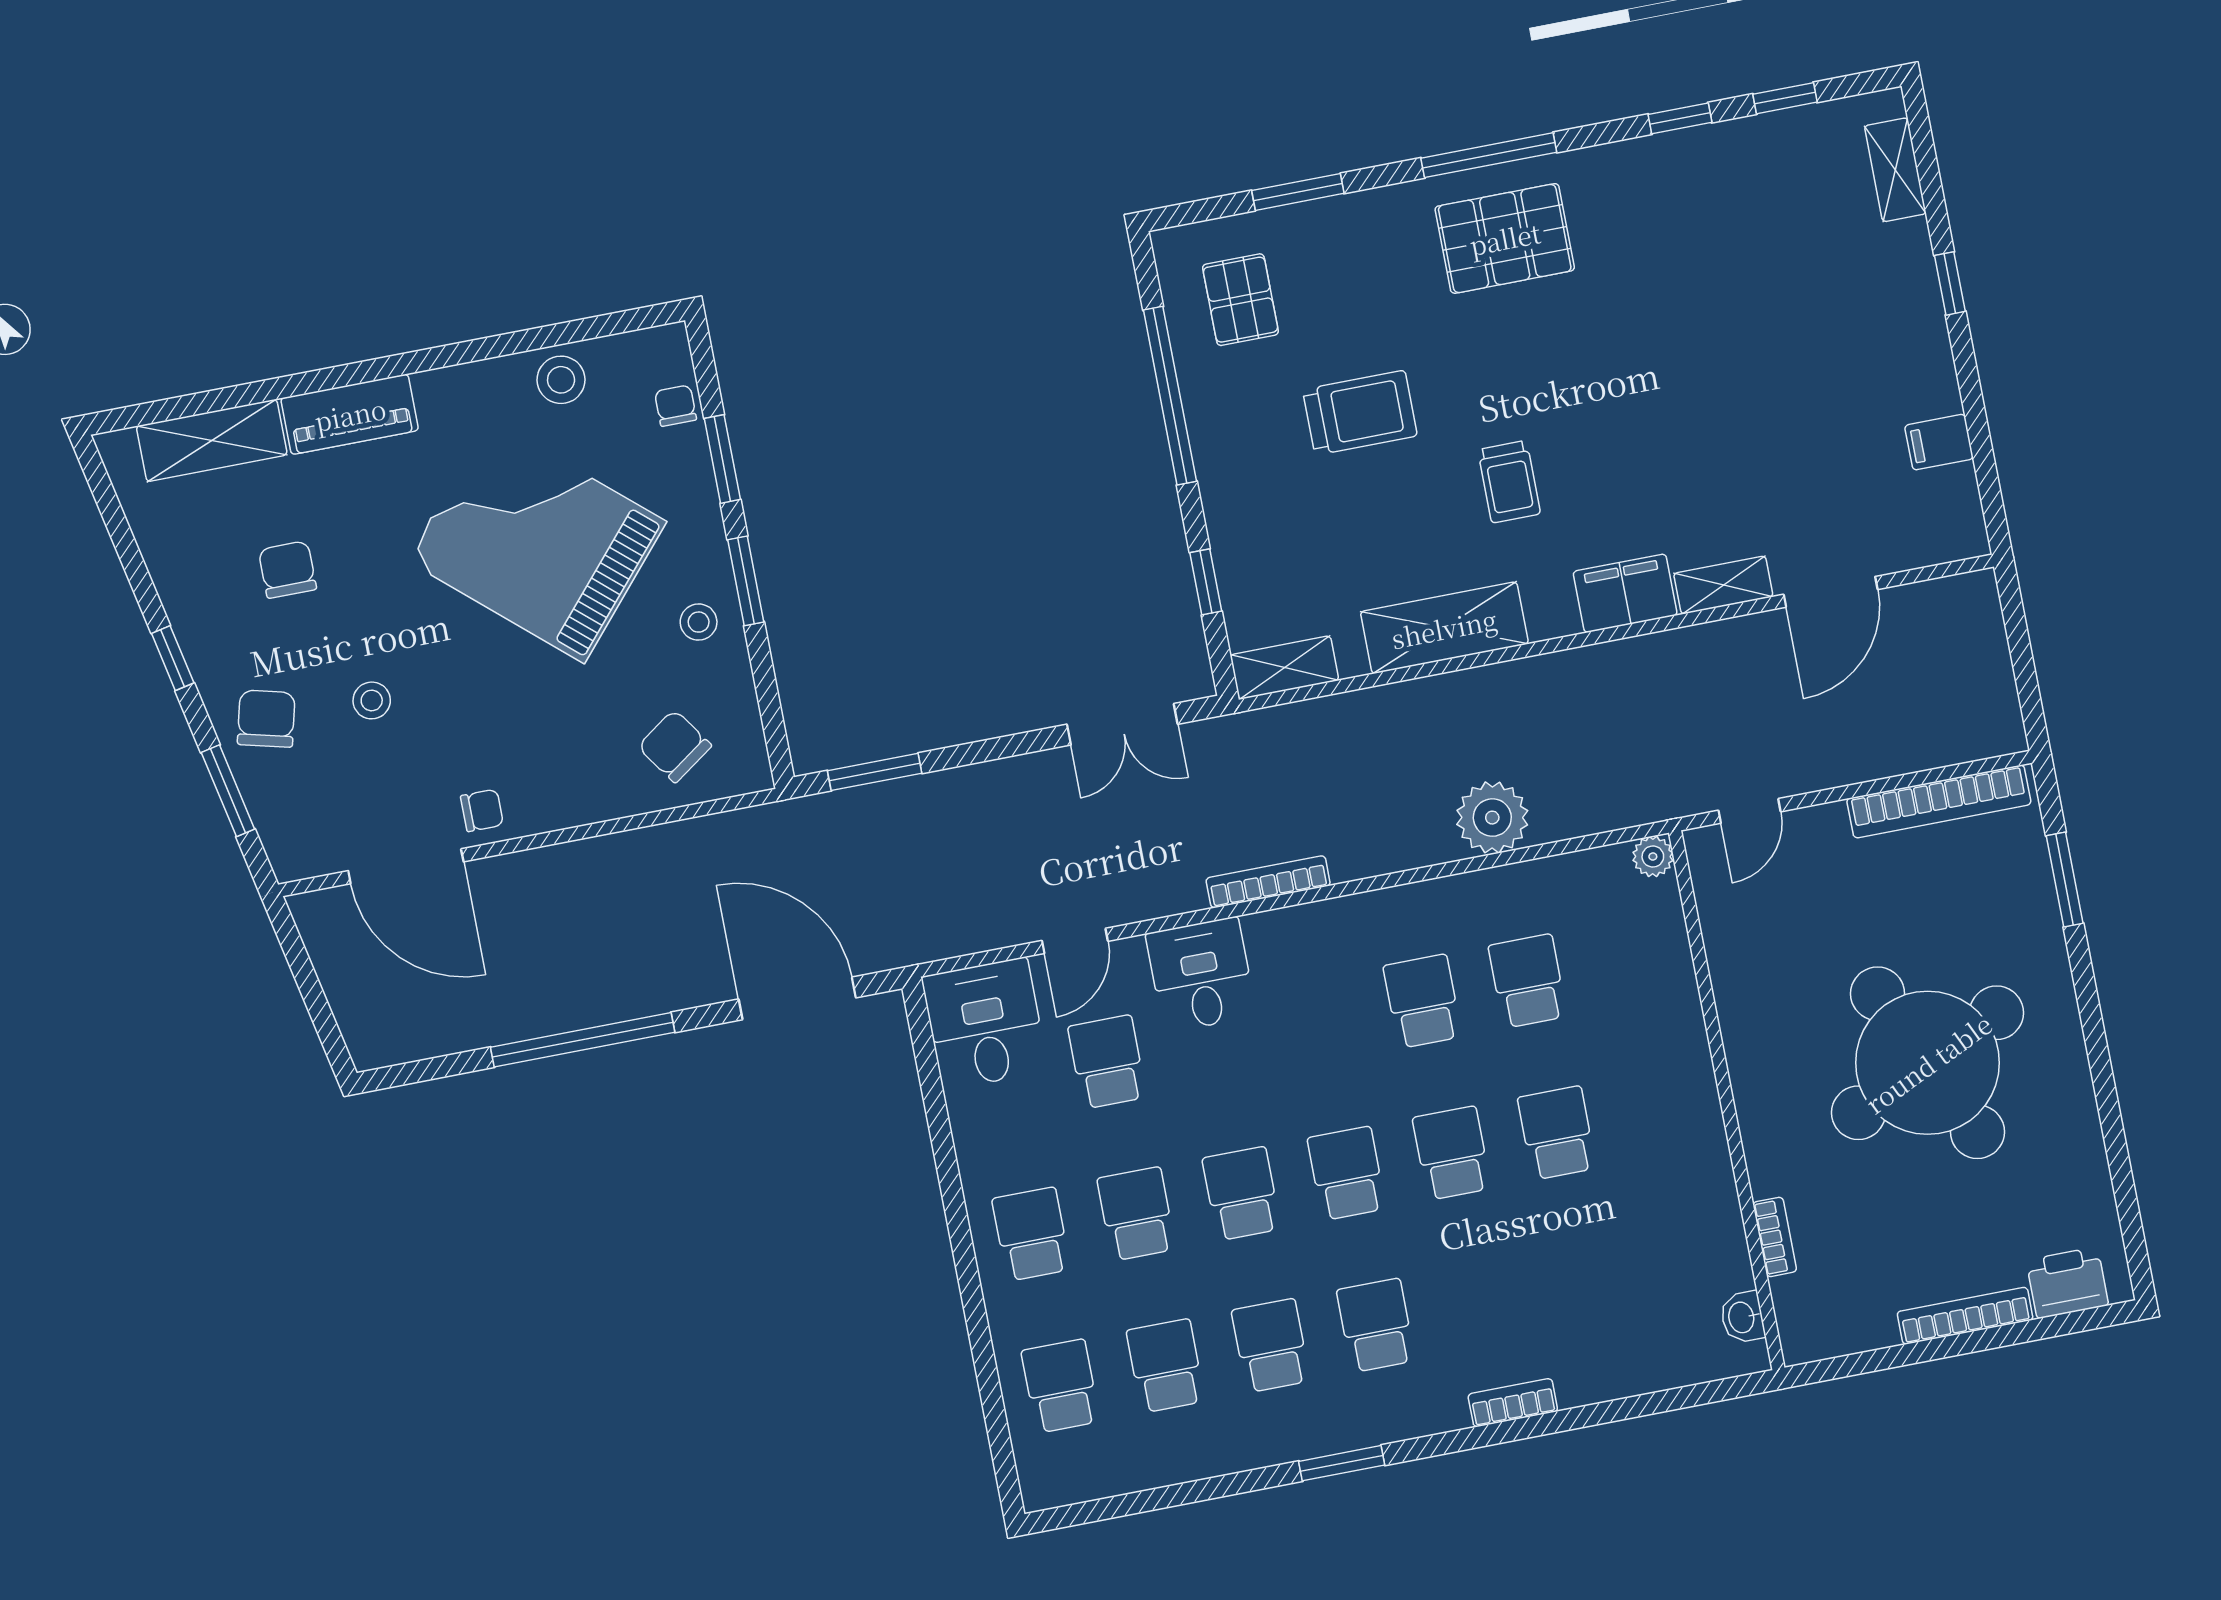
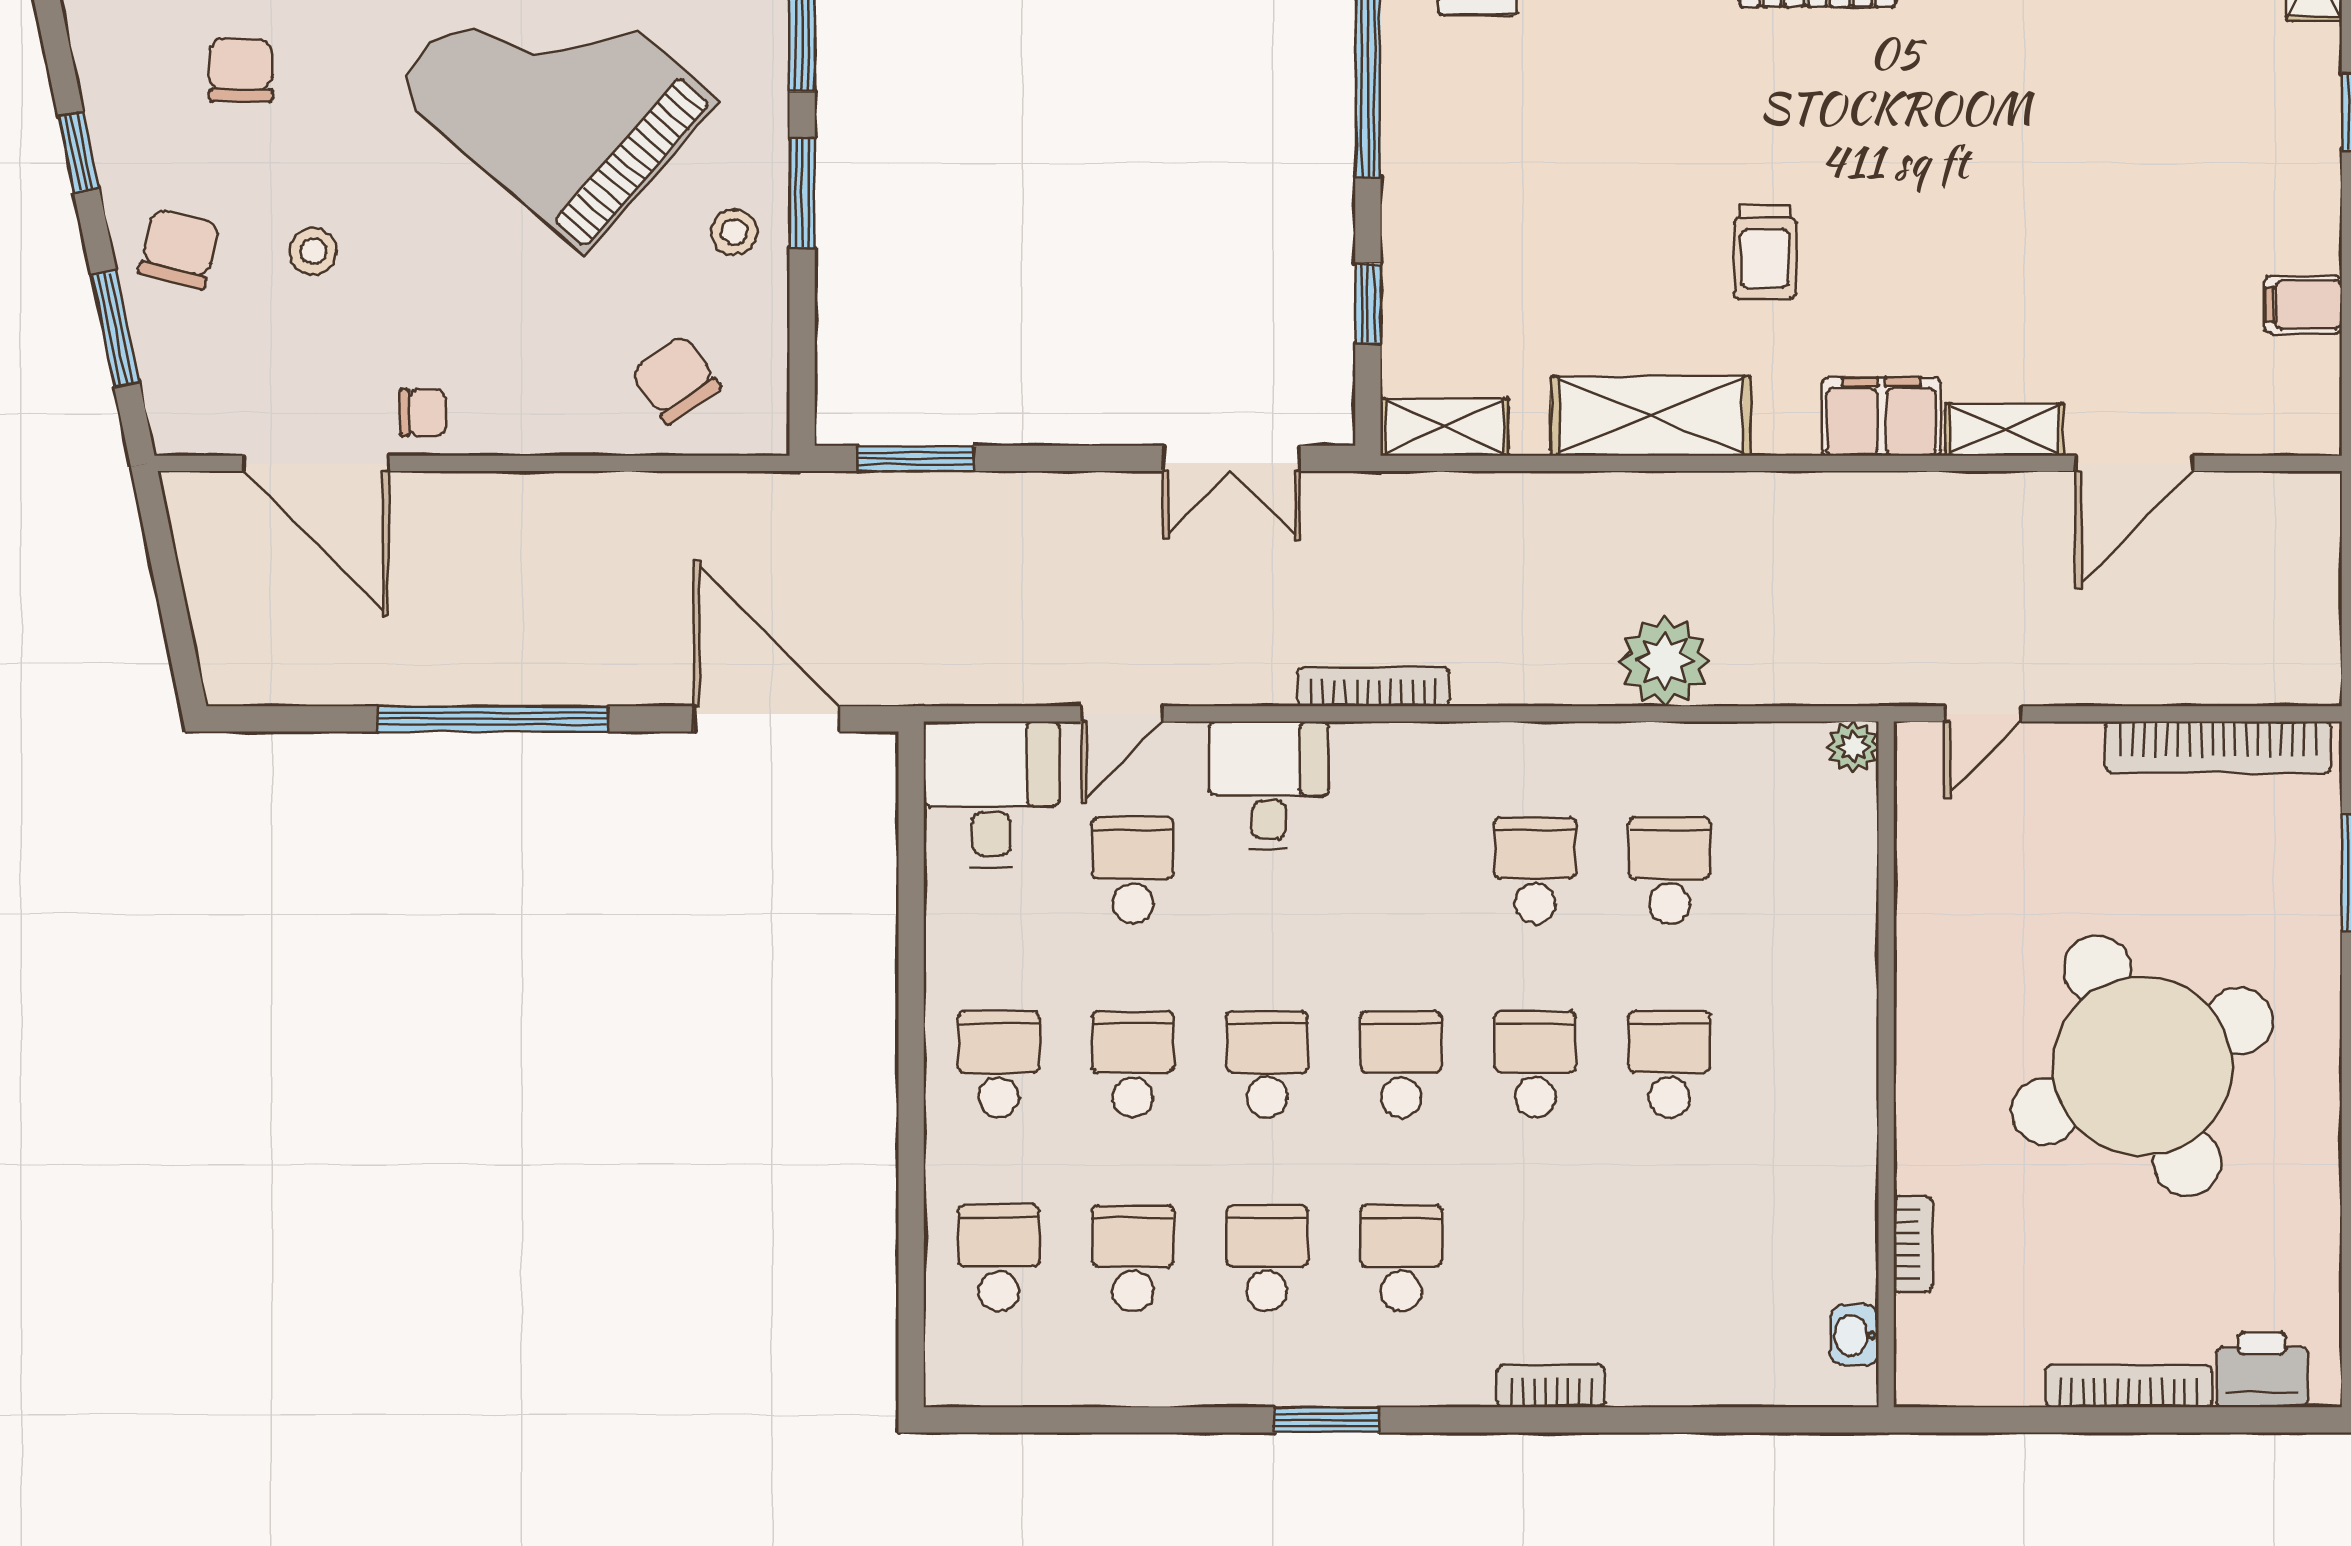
trolley: (1360, 413) -> (1598, 131), removed

